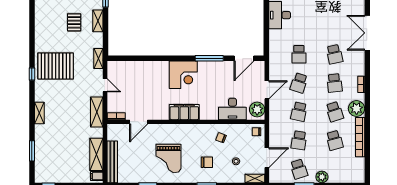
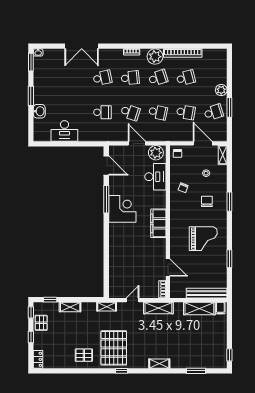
pallet: (74, 22) -> (84, 355), moved
corner desk: (183, 75) -> (122, 209), moved

